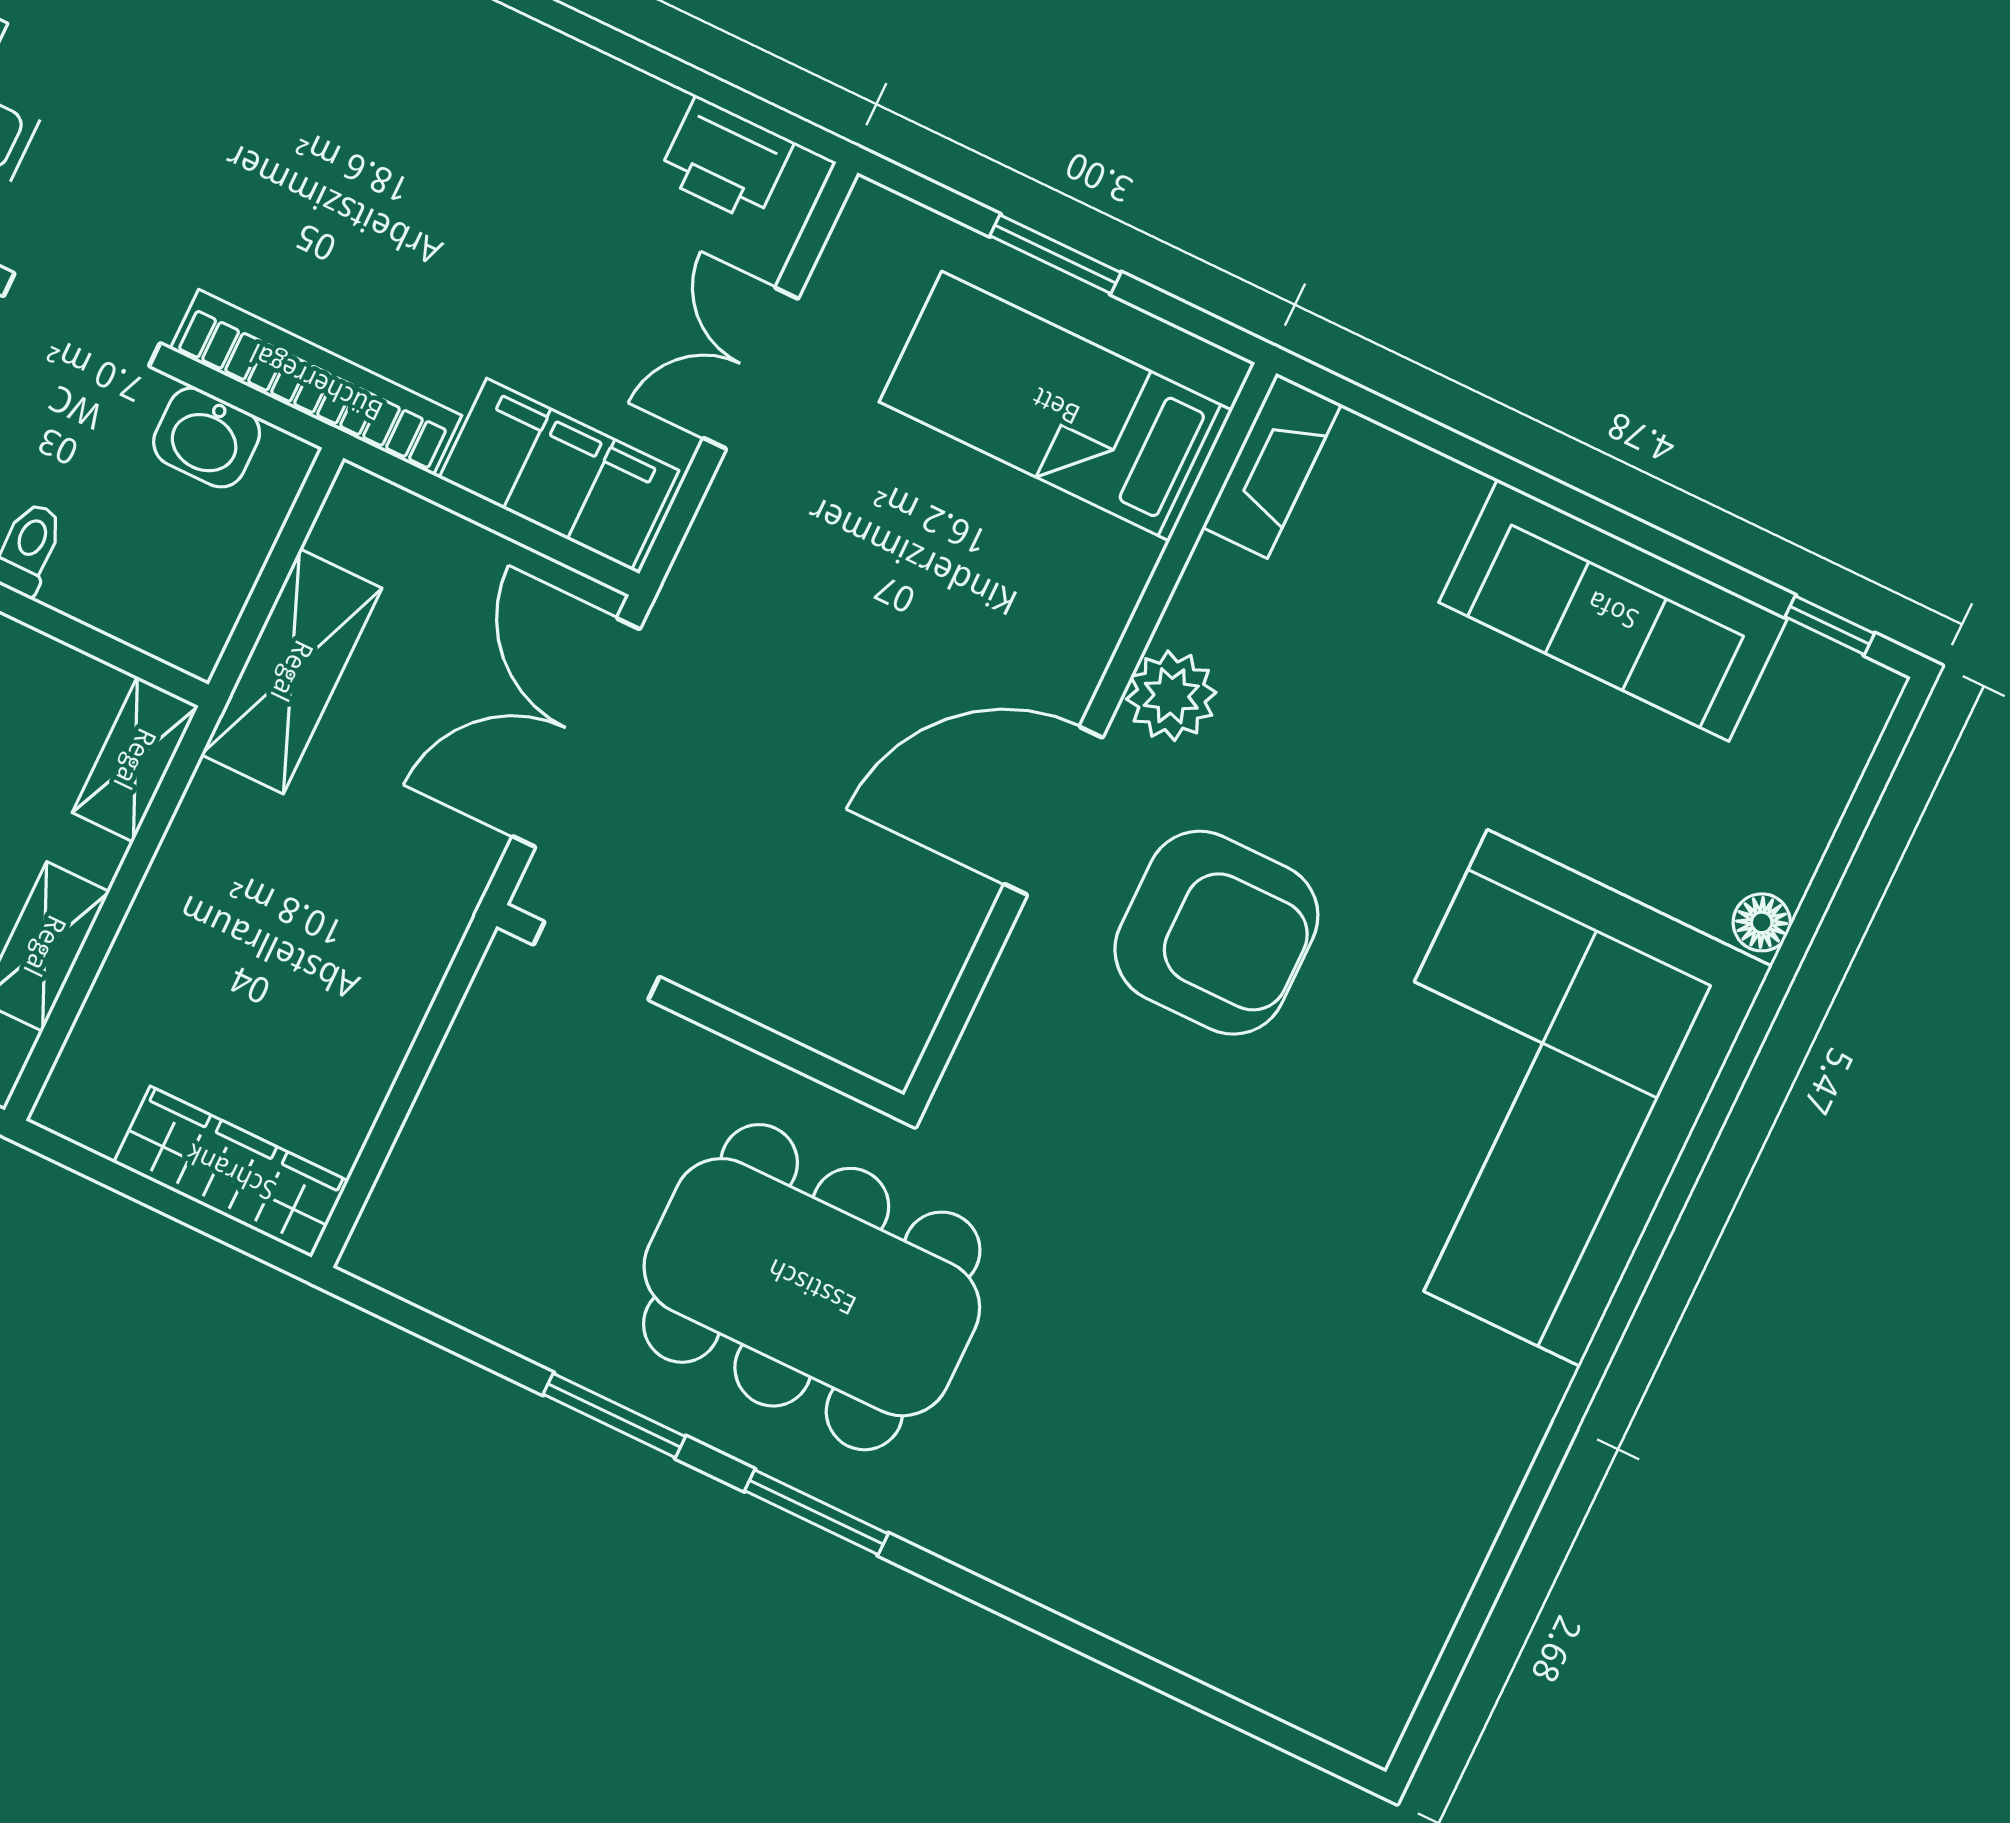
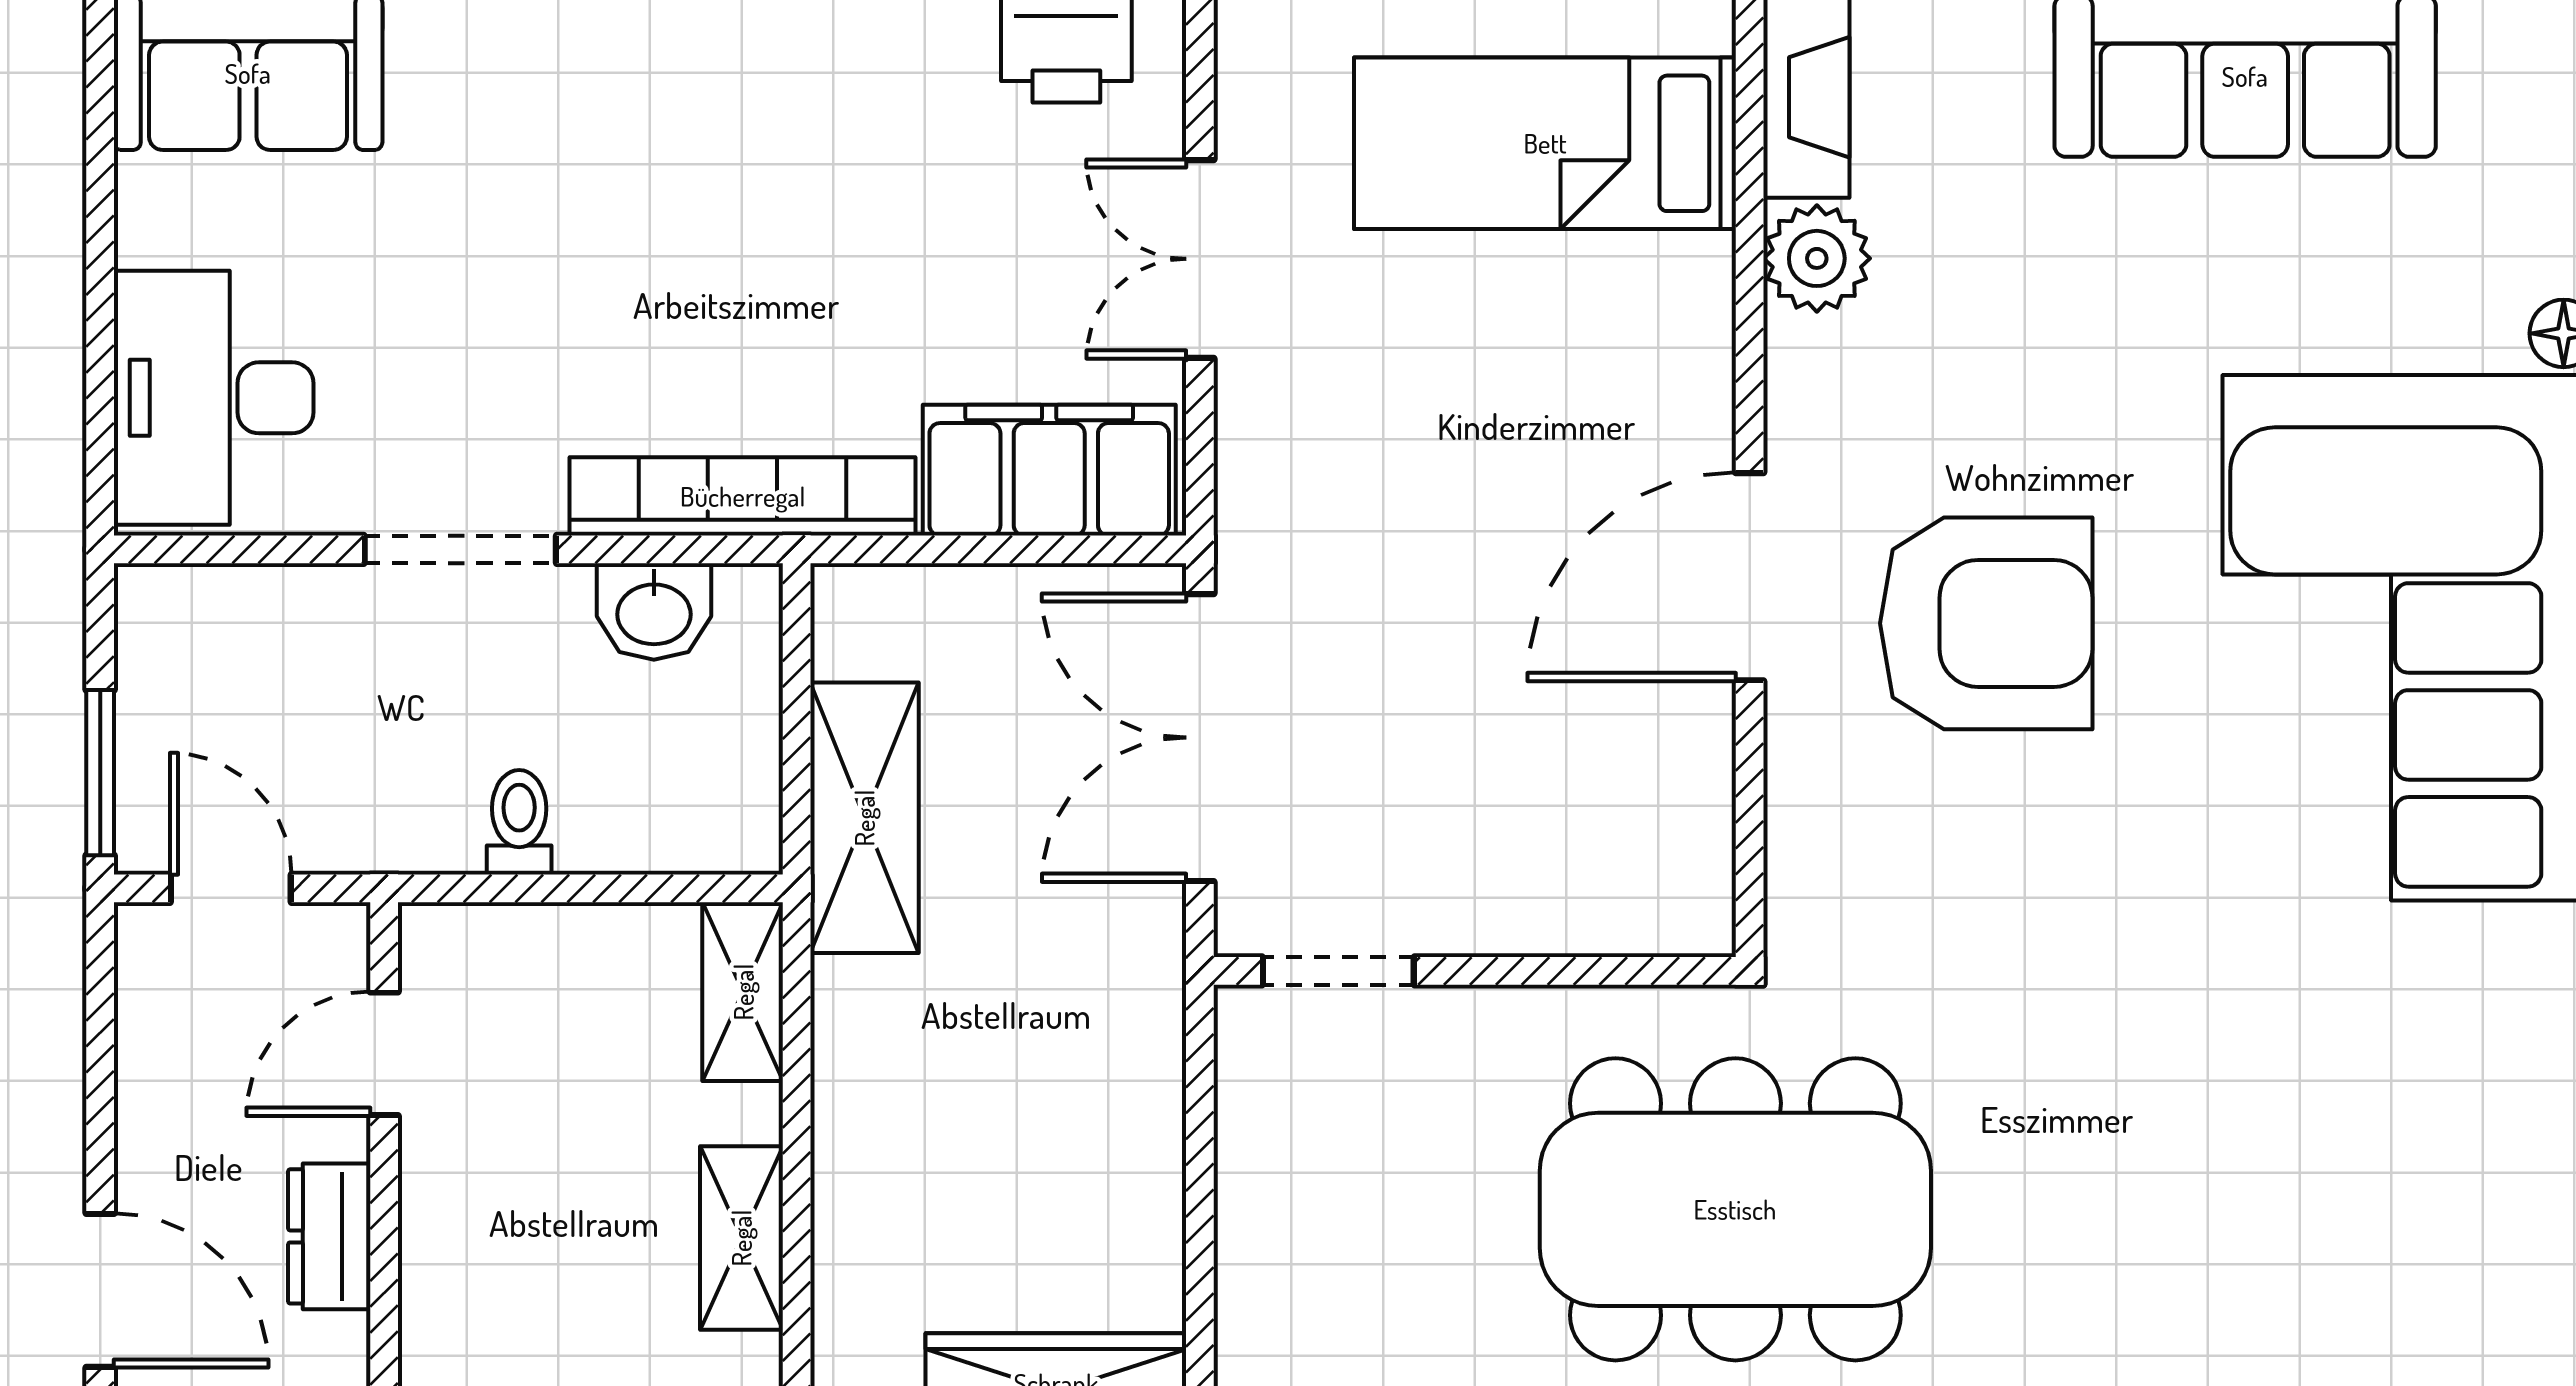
plant: (1171, 696) -> (1817, 258), moved

